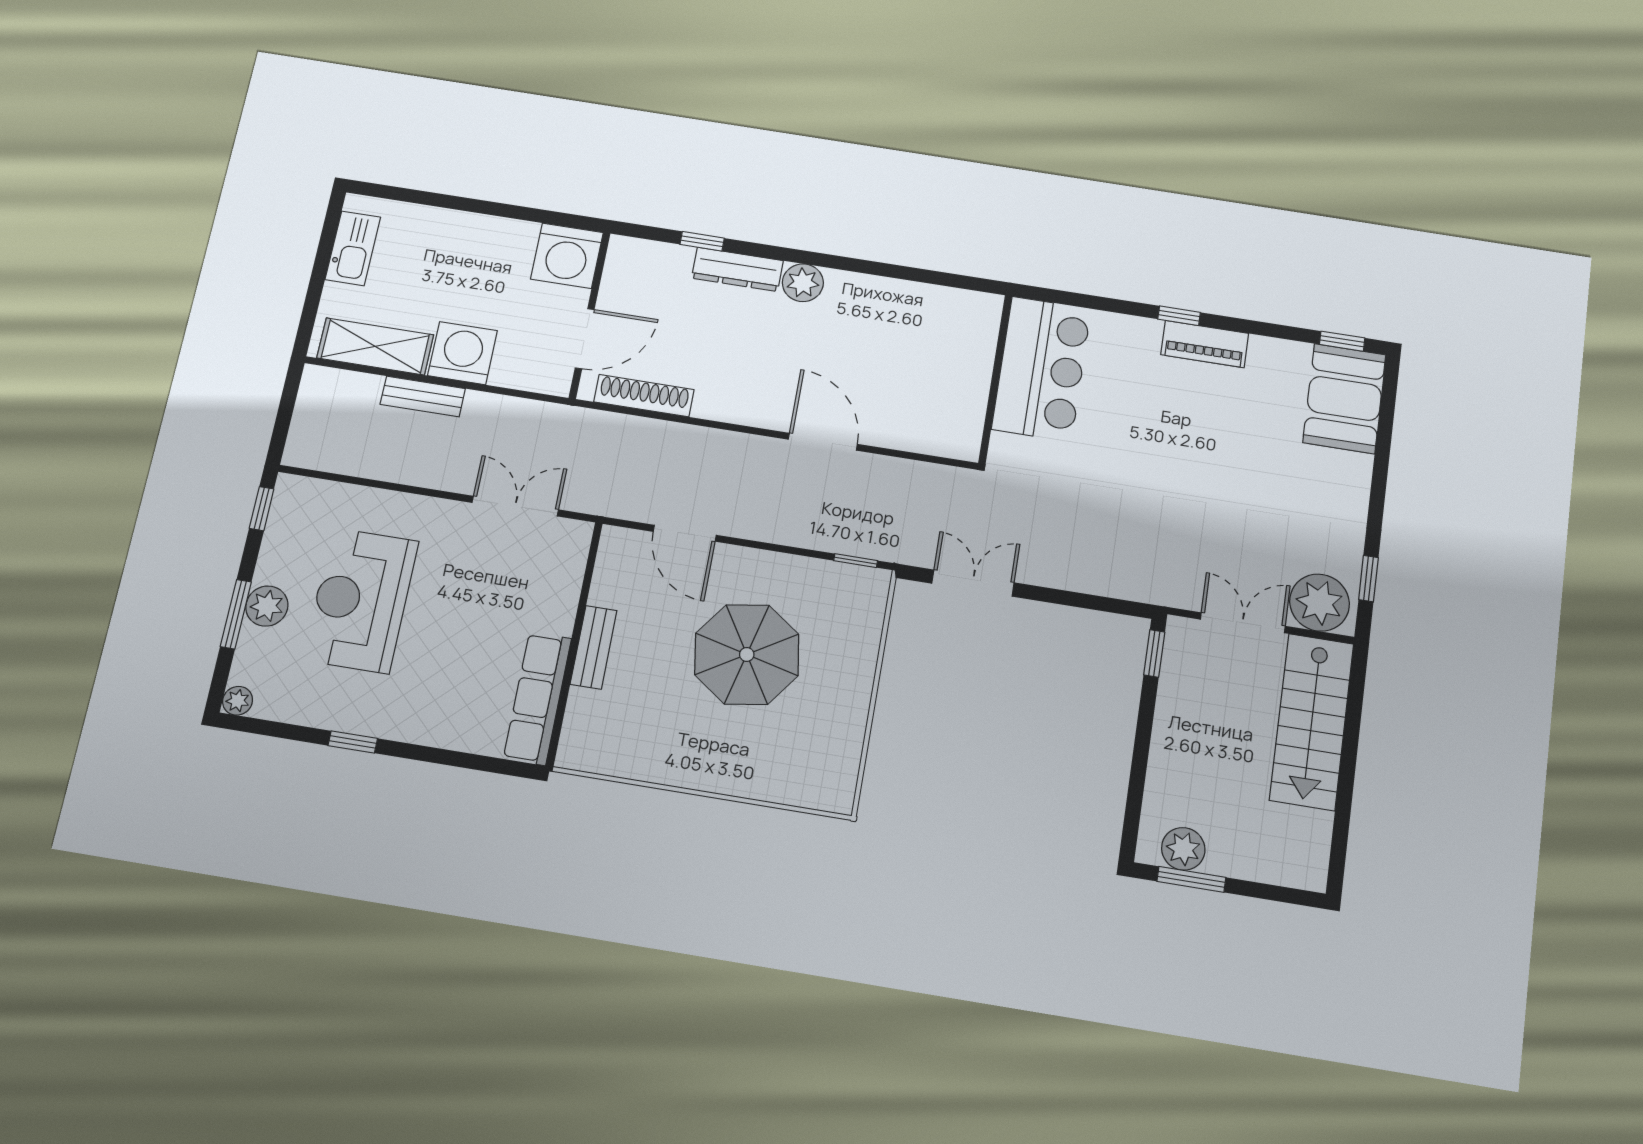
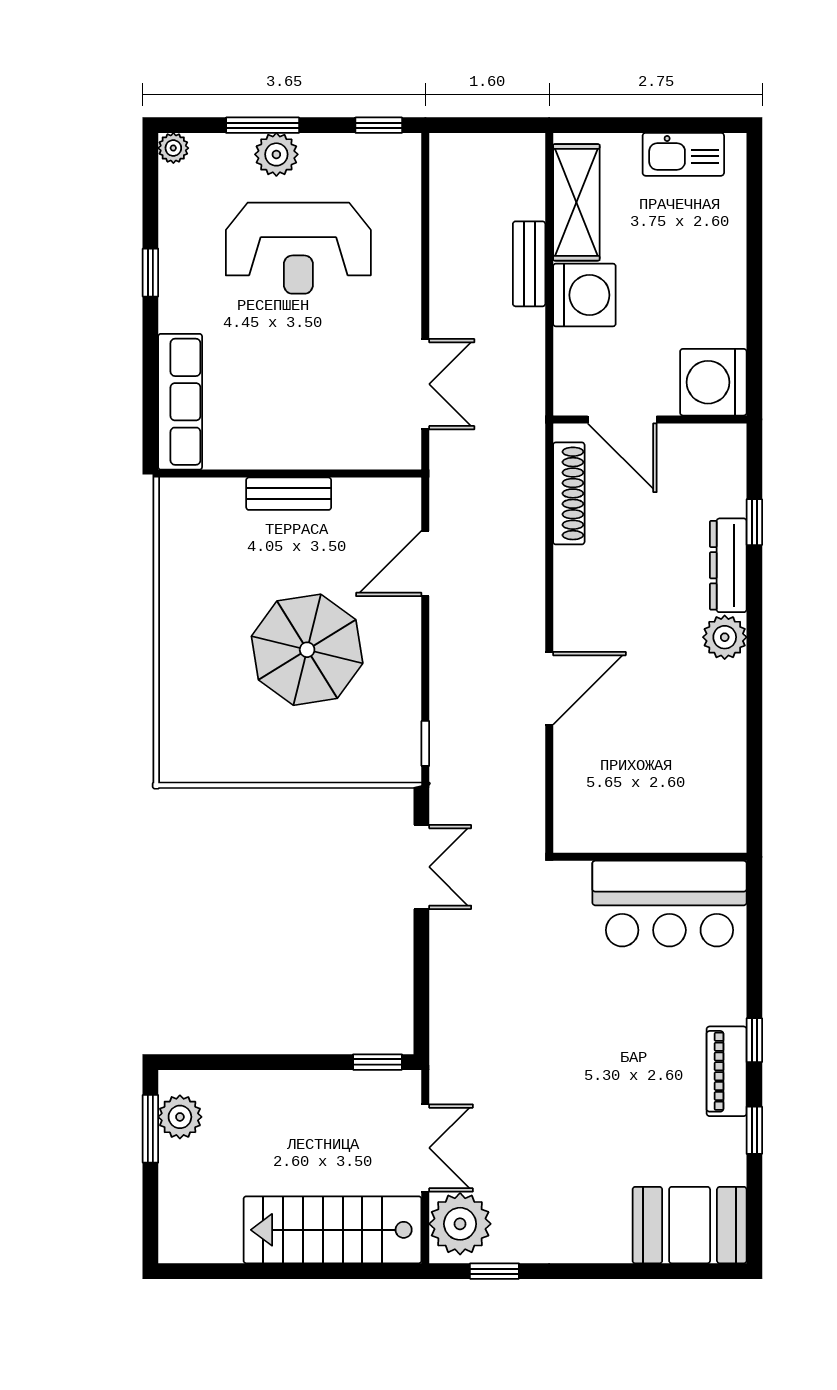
window: (1342, 341) -> (754, 1130), moved
reception desk: (361, 600) -> (298, 248), turned 180
row of seats: (537, 698) -> (180, 402), moved, turned 90

